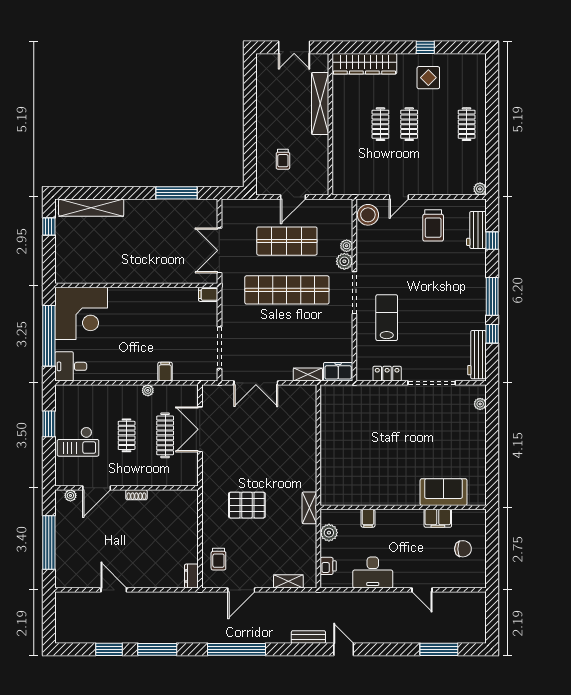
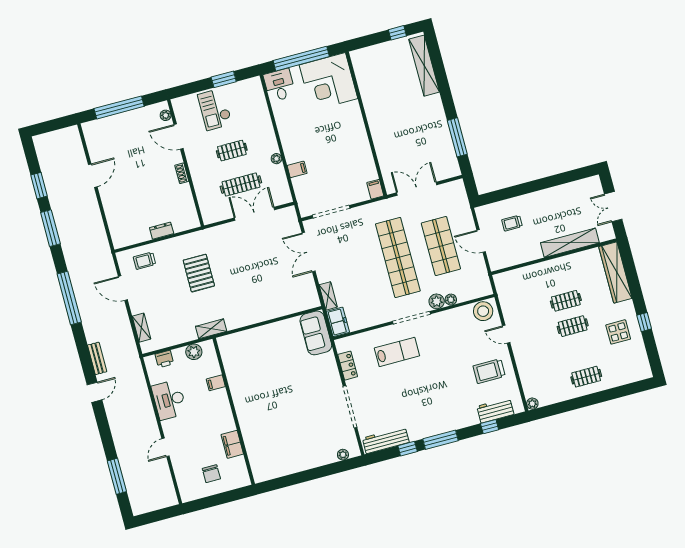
sofa: (444, 492) -> (316, 333), moved, turned 180
dresser: (191, 576) -> (162, 231), moved

